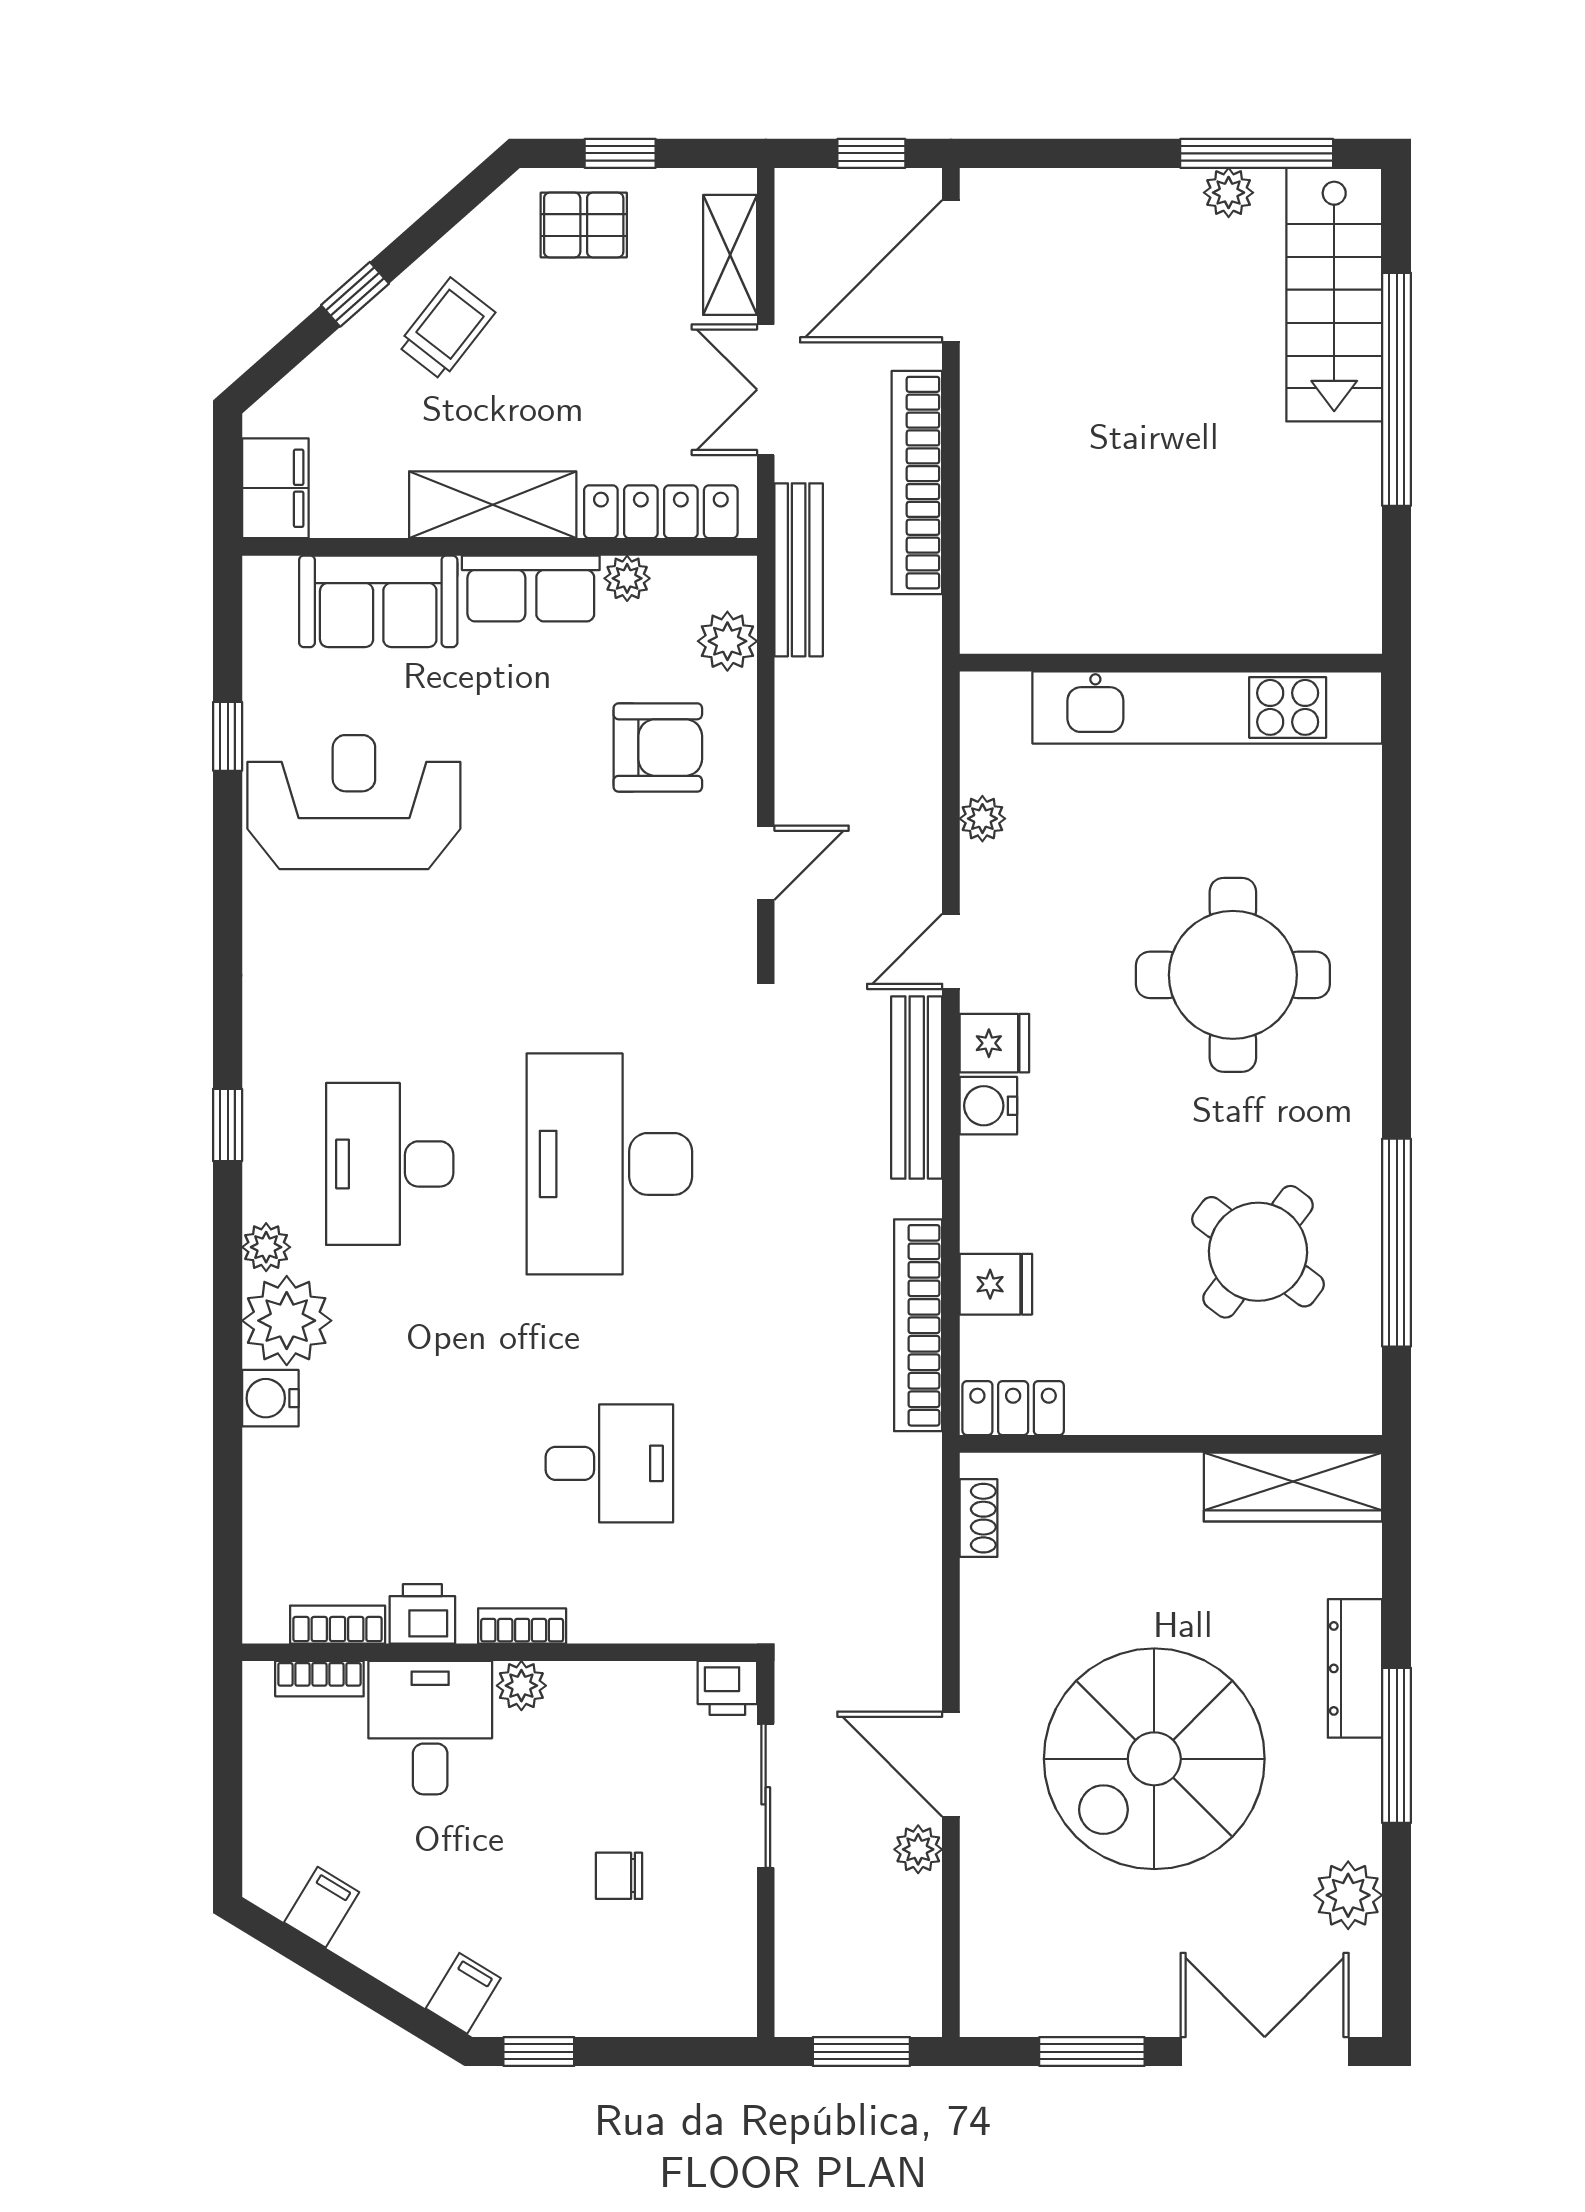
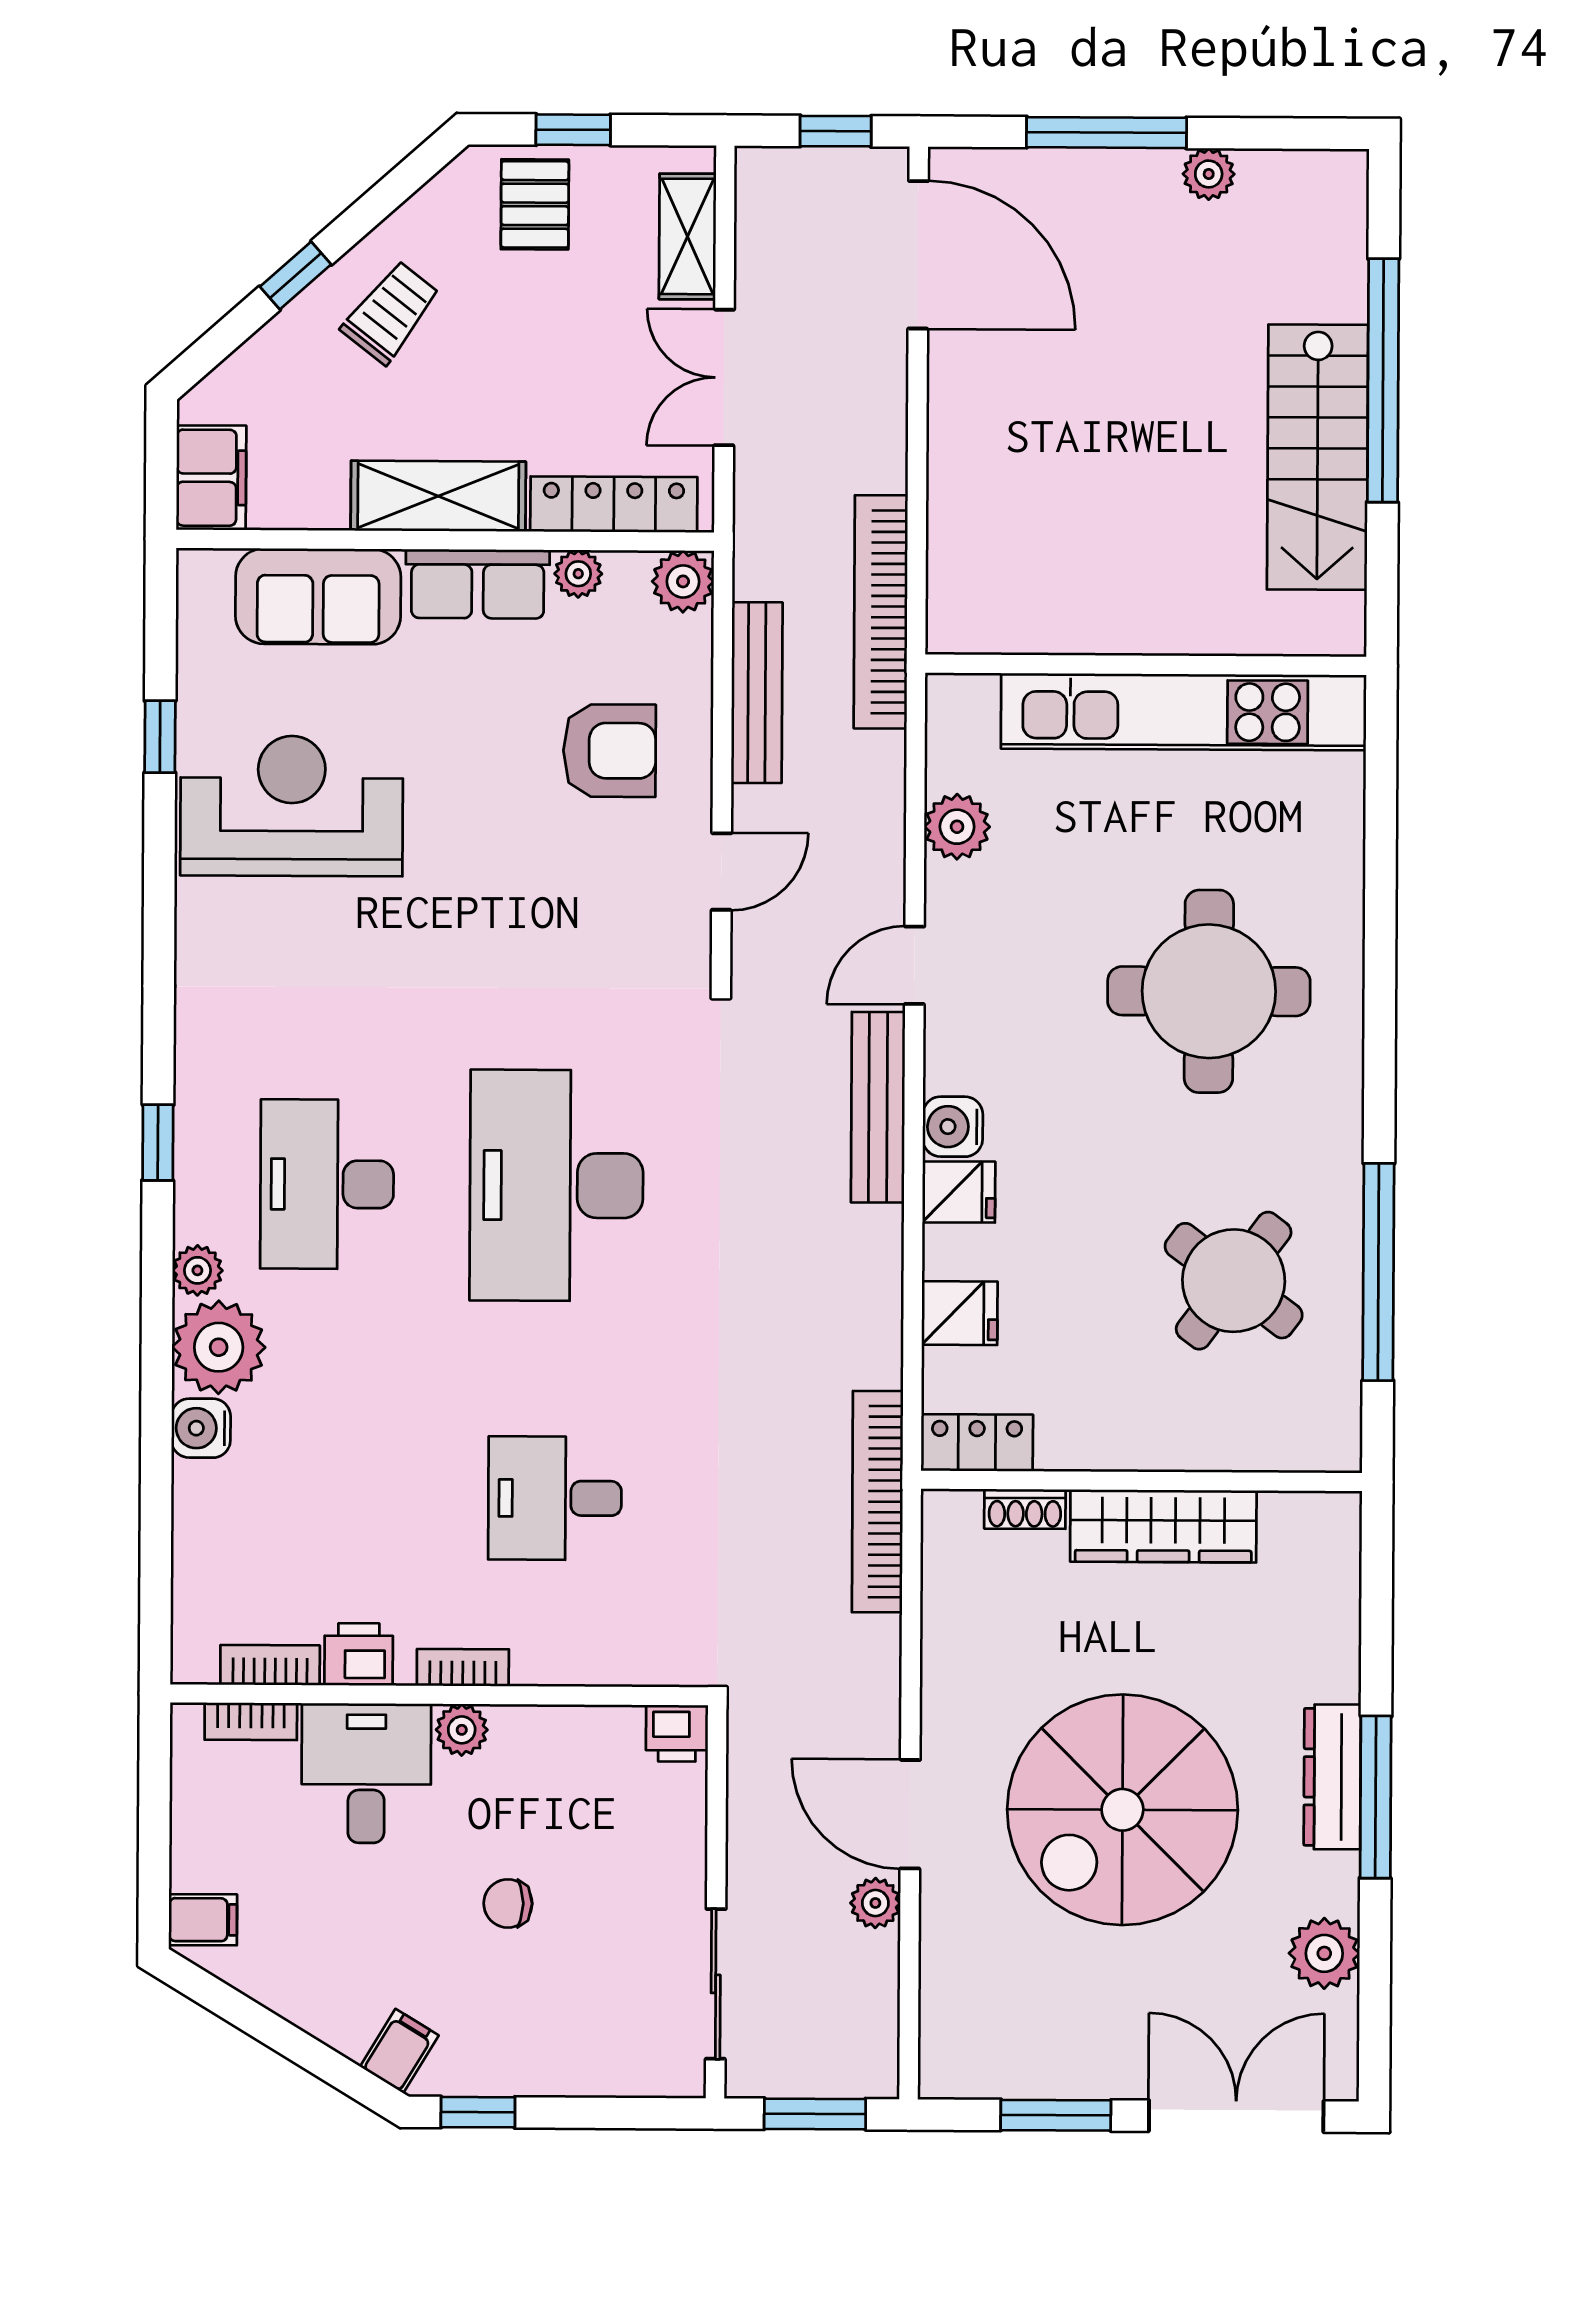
window: (1257, 153) -> (1107, 133), moved
pallet: (584, 225) -> (535, 204), turned 90
door: (951, 271) -> (918, 255), swing flipped
stairs: (1334, 295) -> (1318, 457), moved
bookcase: (917, 483) -> (881, 612), moved
bench: (799, 570) -> (757, 693), moved
plant: (727, 641) -> (683, 581), moved
plant: (982, 819) -> (957, 827), width x1.38, depth x1.38
fridge: (994, 1043) -> (959, 1192), moved
bookcase: (918, 1325) -> (877, 1502), moved
desk: (609, 1463) -> (555, 1498), turned 180
wardrobe: (1293, 1487) -> (1163, 1526), moved
shoe rack: (978, 1518) -> (1025, 1509), moved, turned 90
dresser: (1355, 1668) -> (1332, 1777), moved
sliding door: (766, 1796) -> (716, 1984), moved
chair: (619, 1876) -> (508, 1903), moved
filing cabinet: (322, 1907) -> (203, 1920), moved, turned 59

